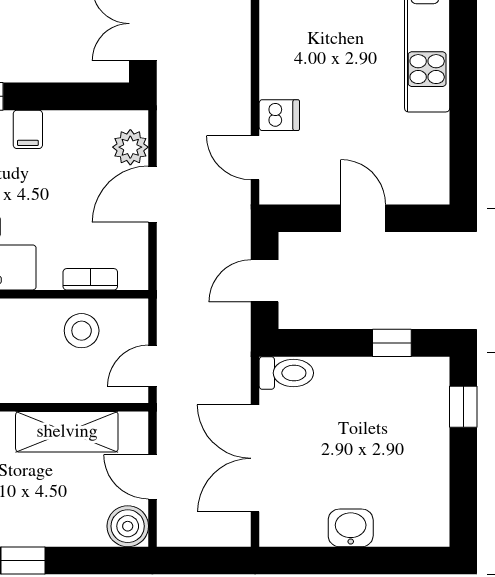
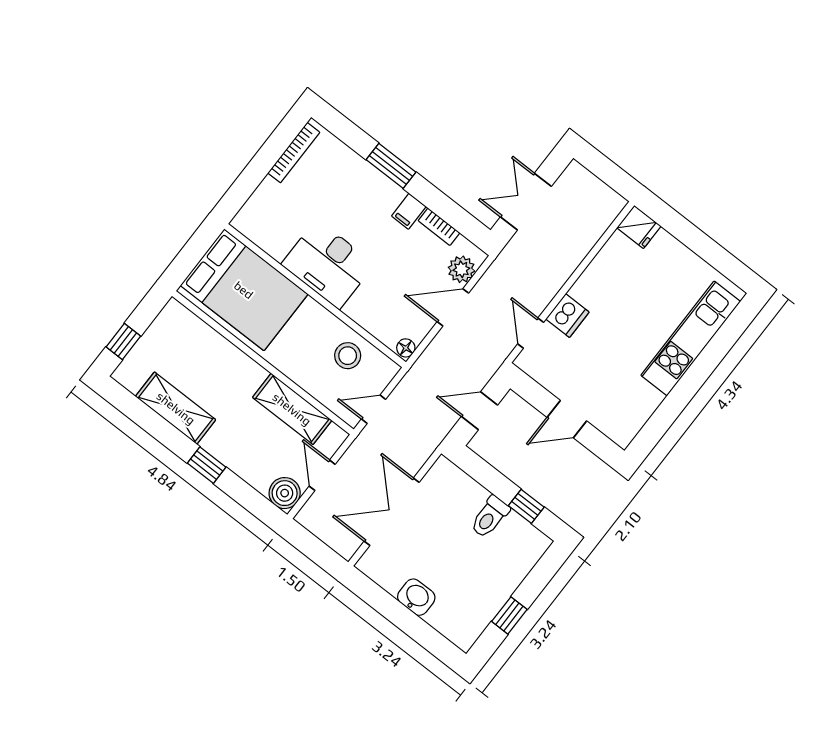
dishwasher: (279, 115) -> (567, 316), width x1.38
door: (363, 218) -> (567, 419), swing flipped
floor lamp: (136, 275) -> (406, 348), added
bookcase: (90, 279) -> (439, 227), moved, turned 180
toilet: (286, 373) -> (490, 517), moved, turned 90
window: (463, 407) -> (509, 615), moved

